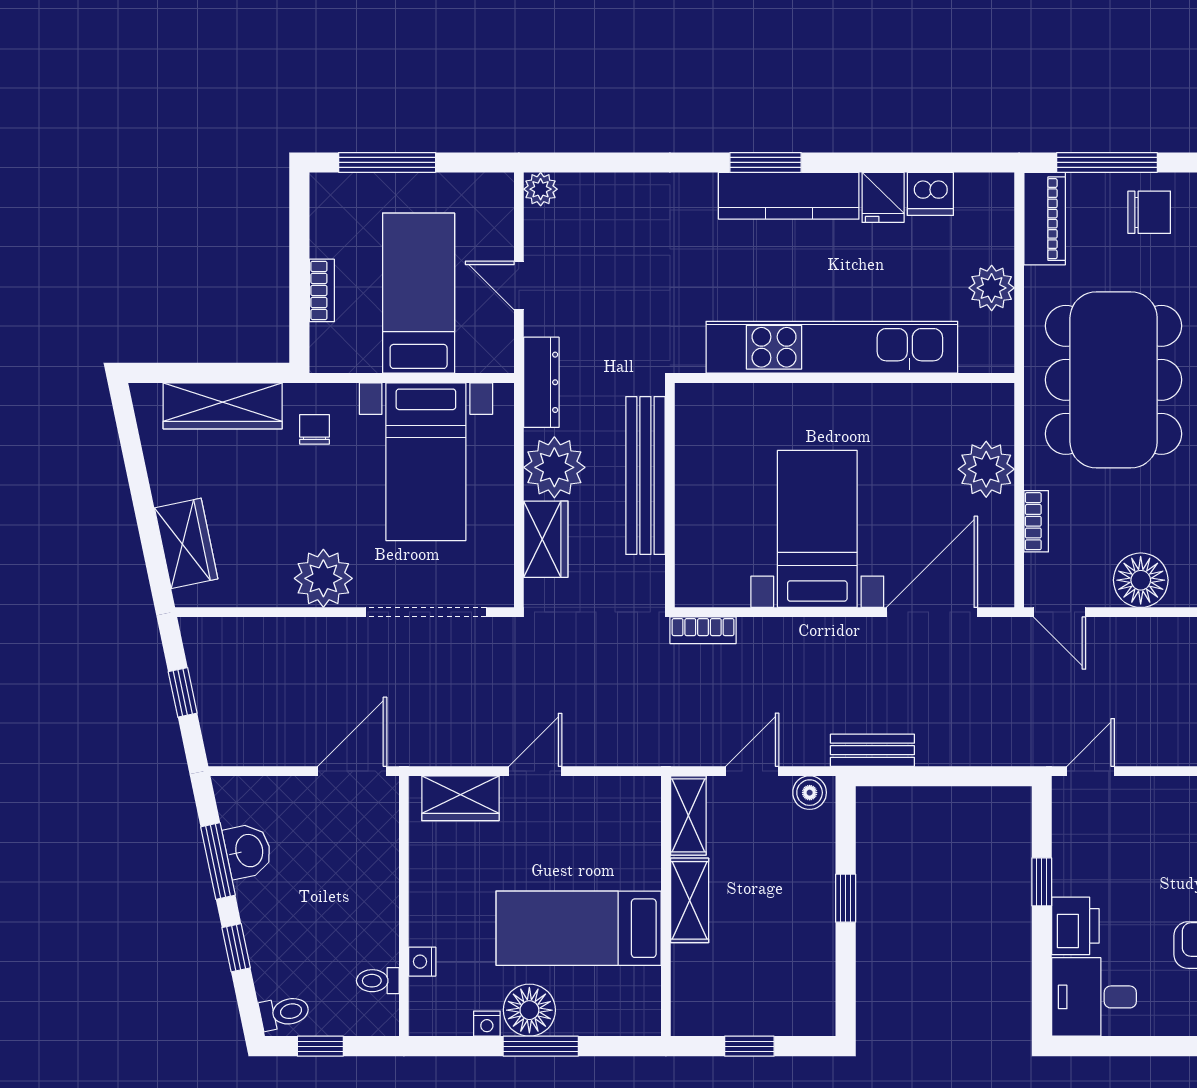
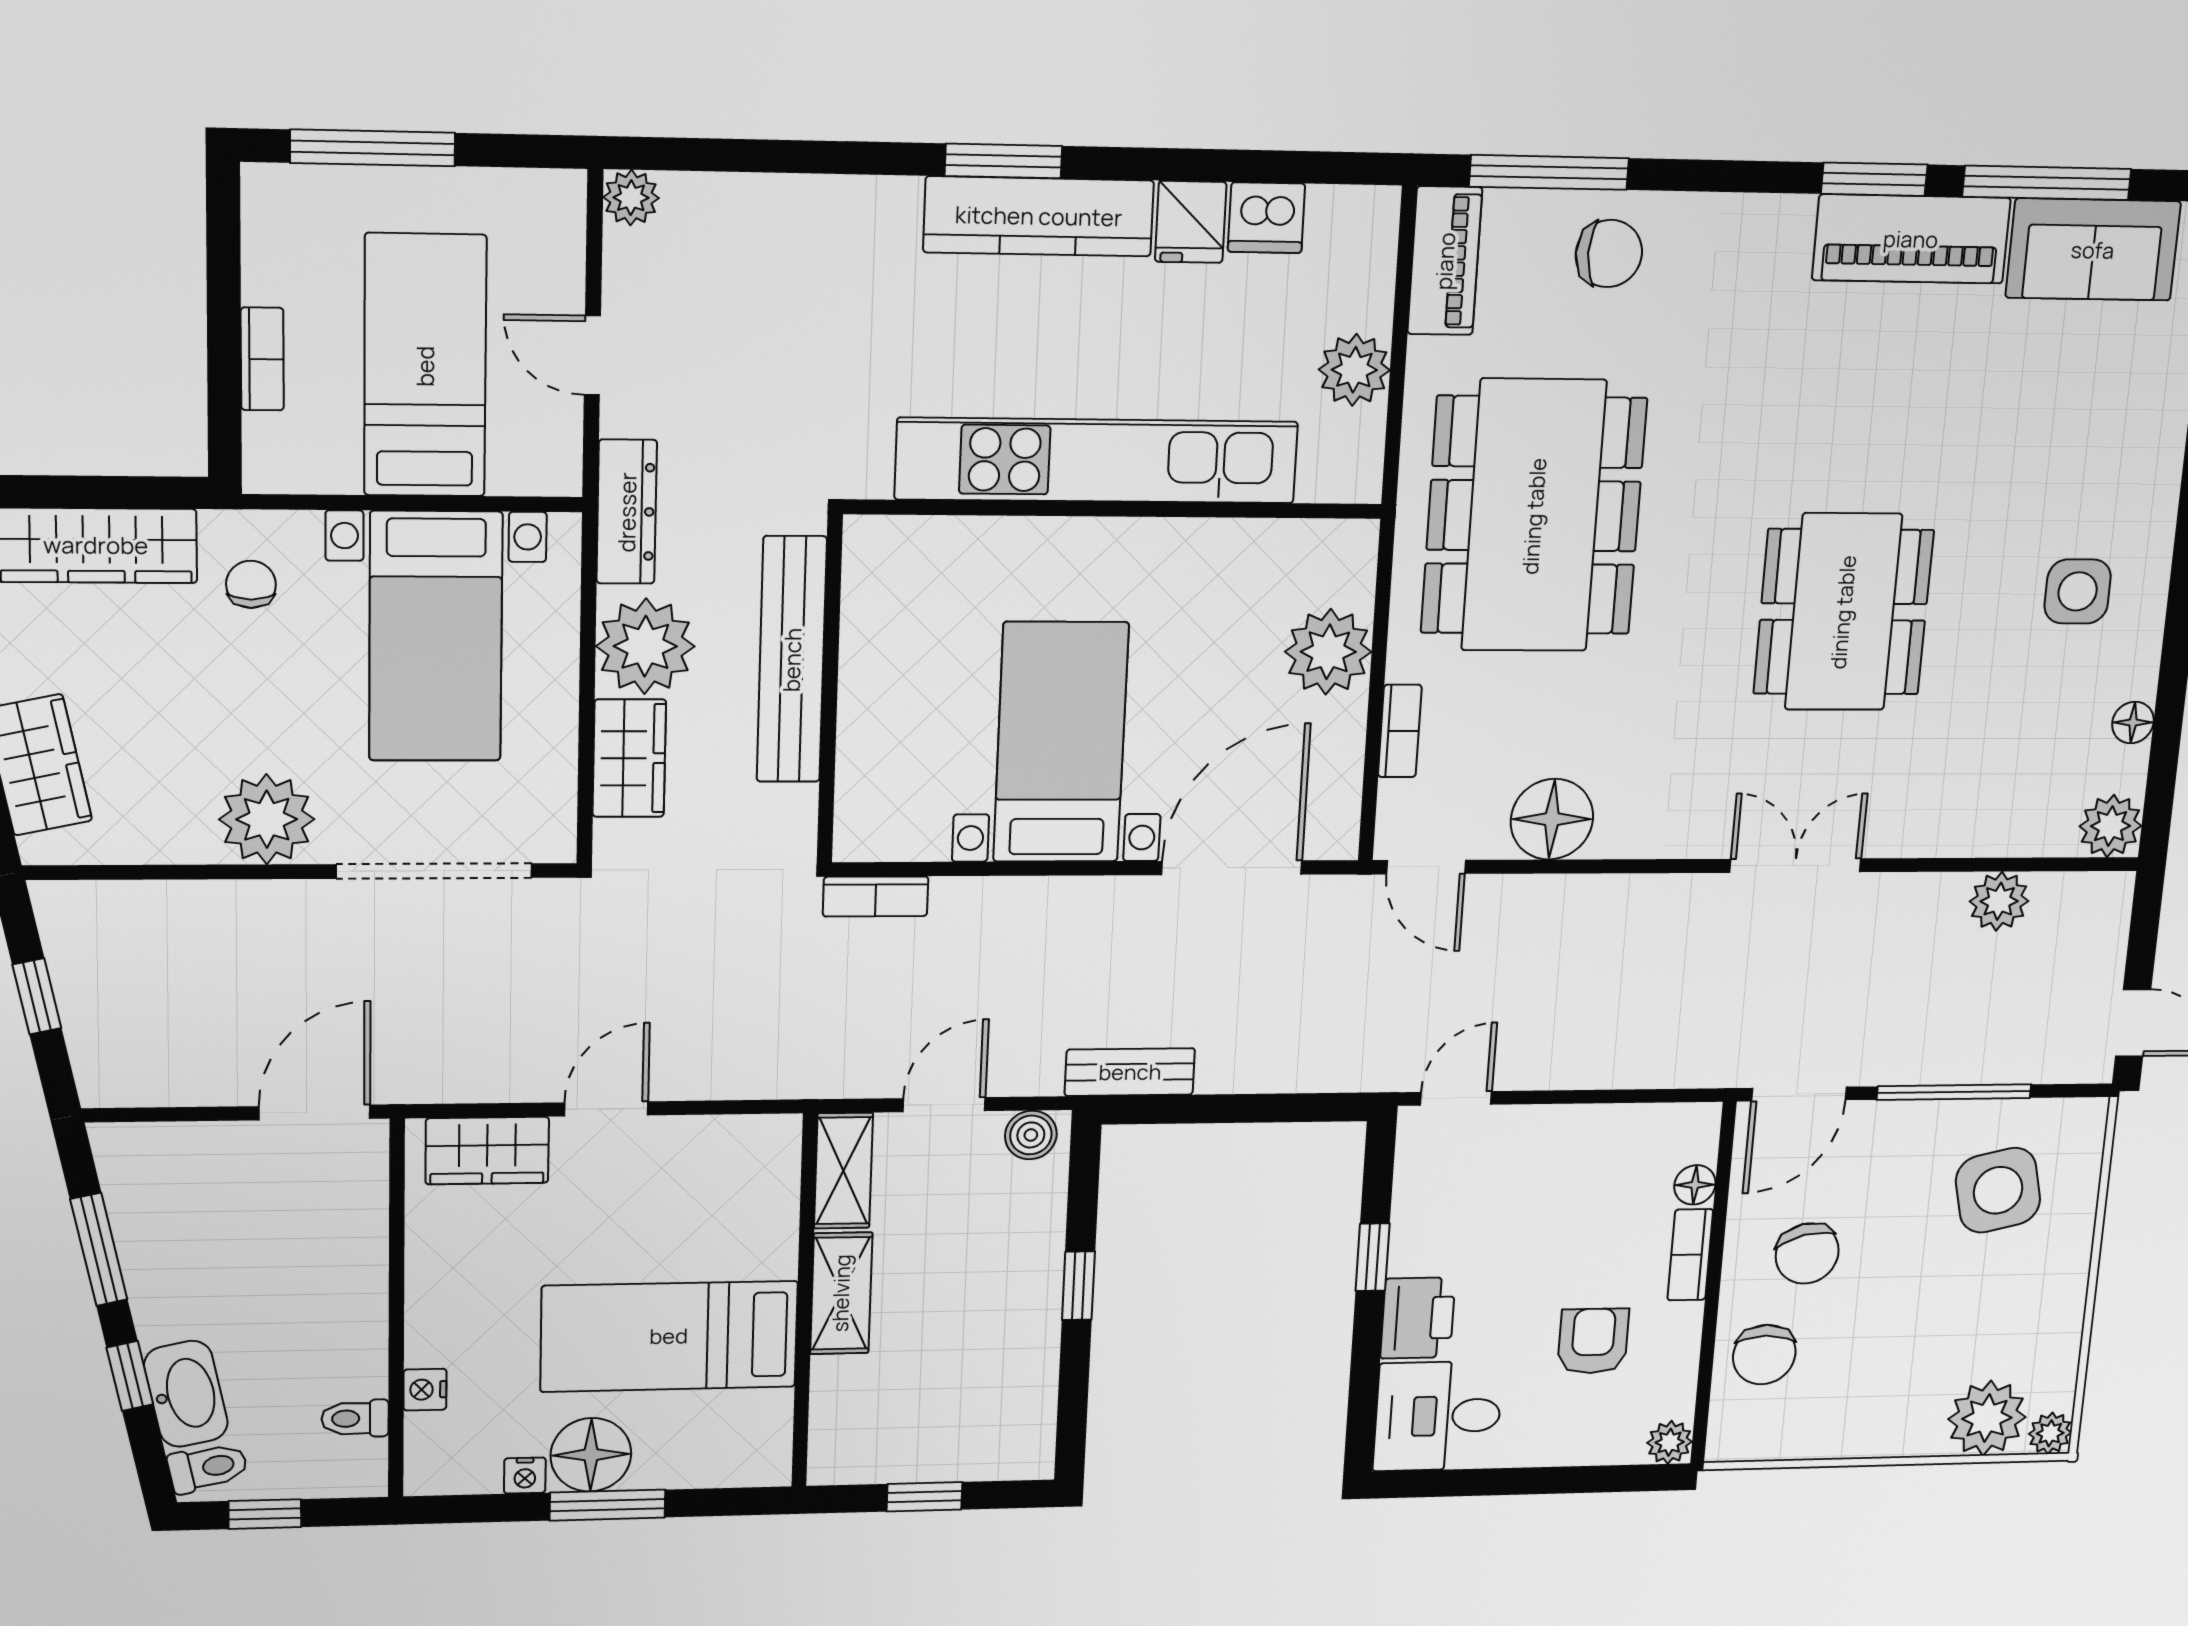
washbasin: (248, 851) -> (186, 1394), moved, width x1.38

